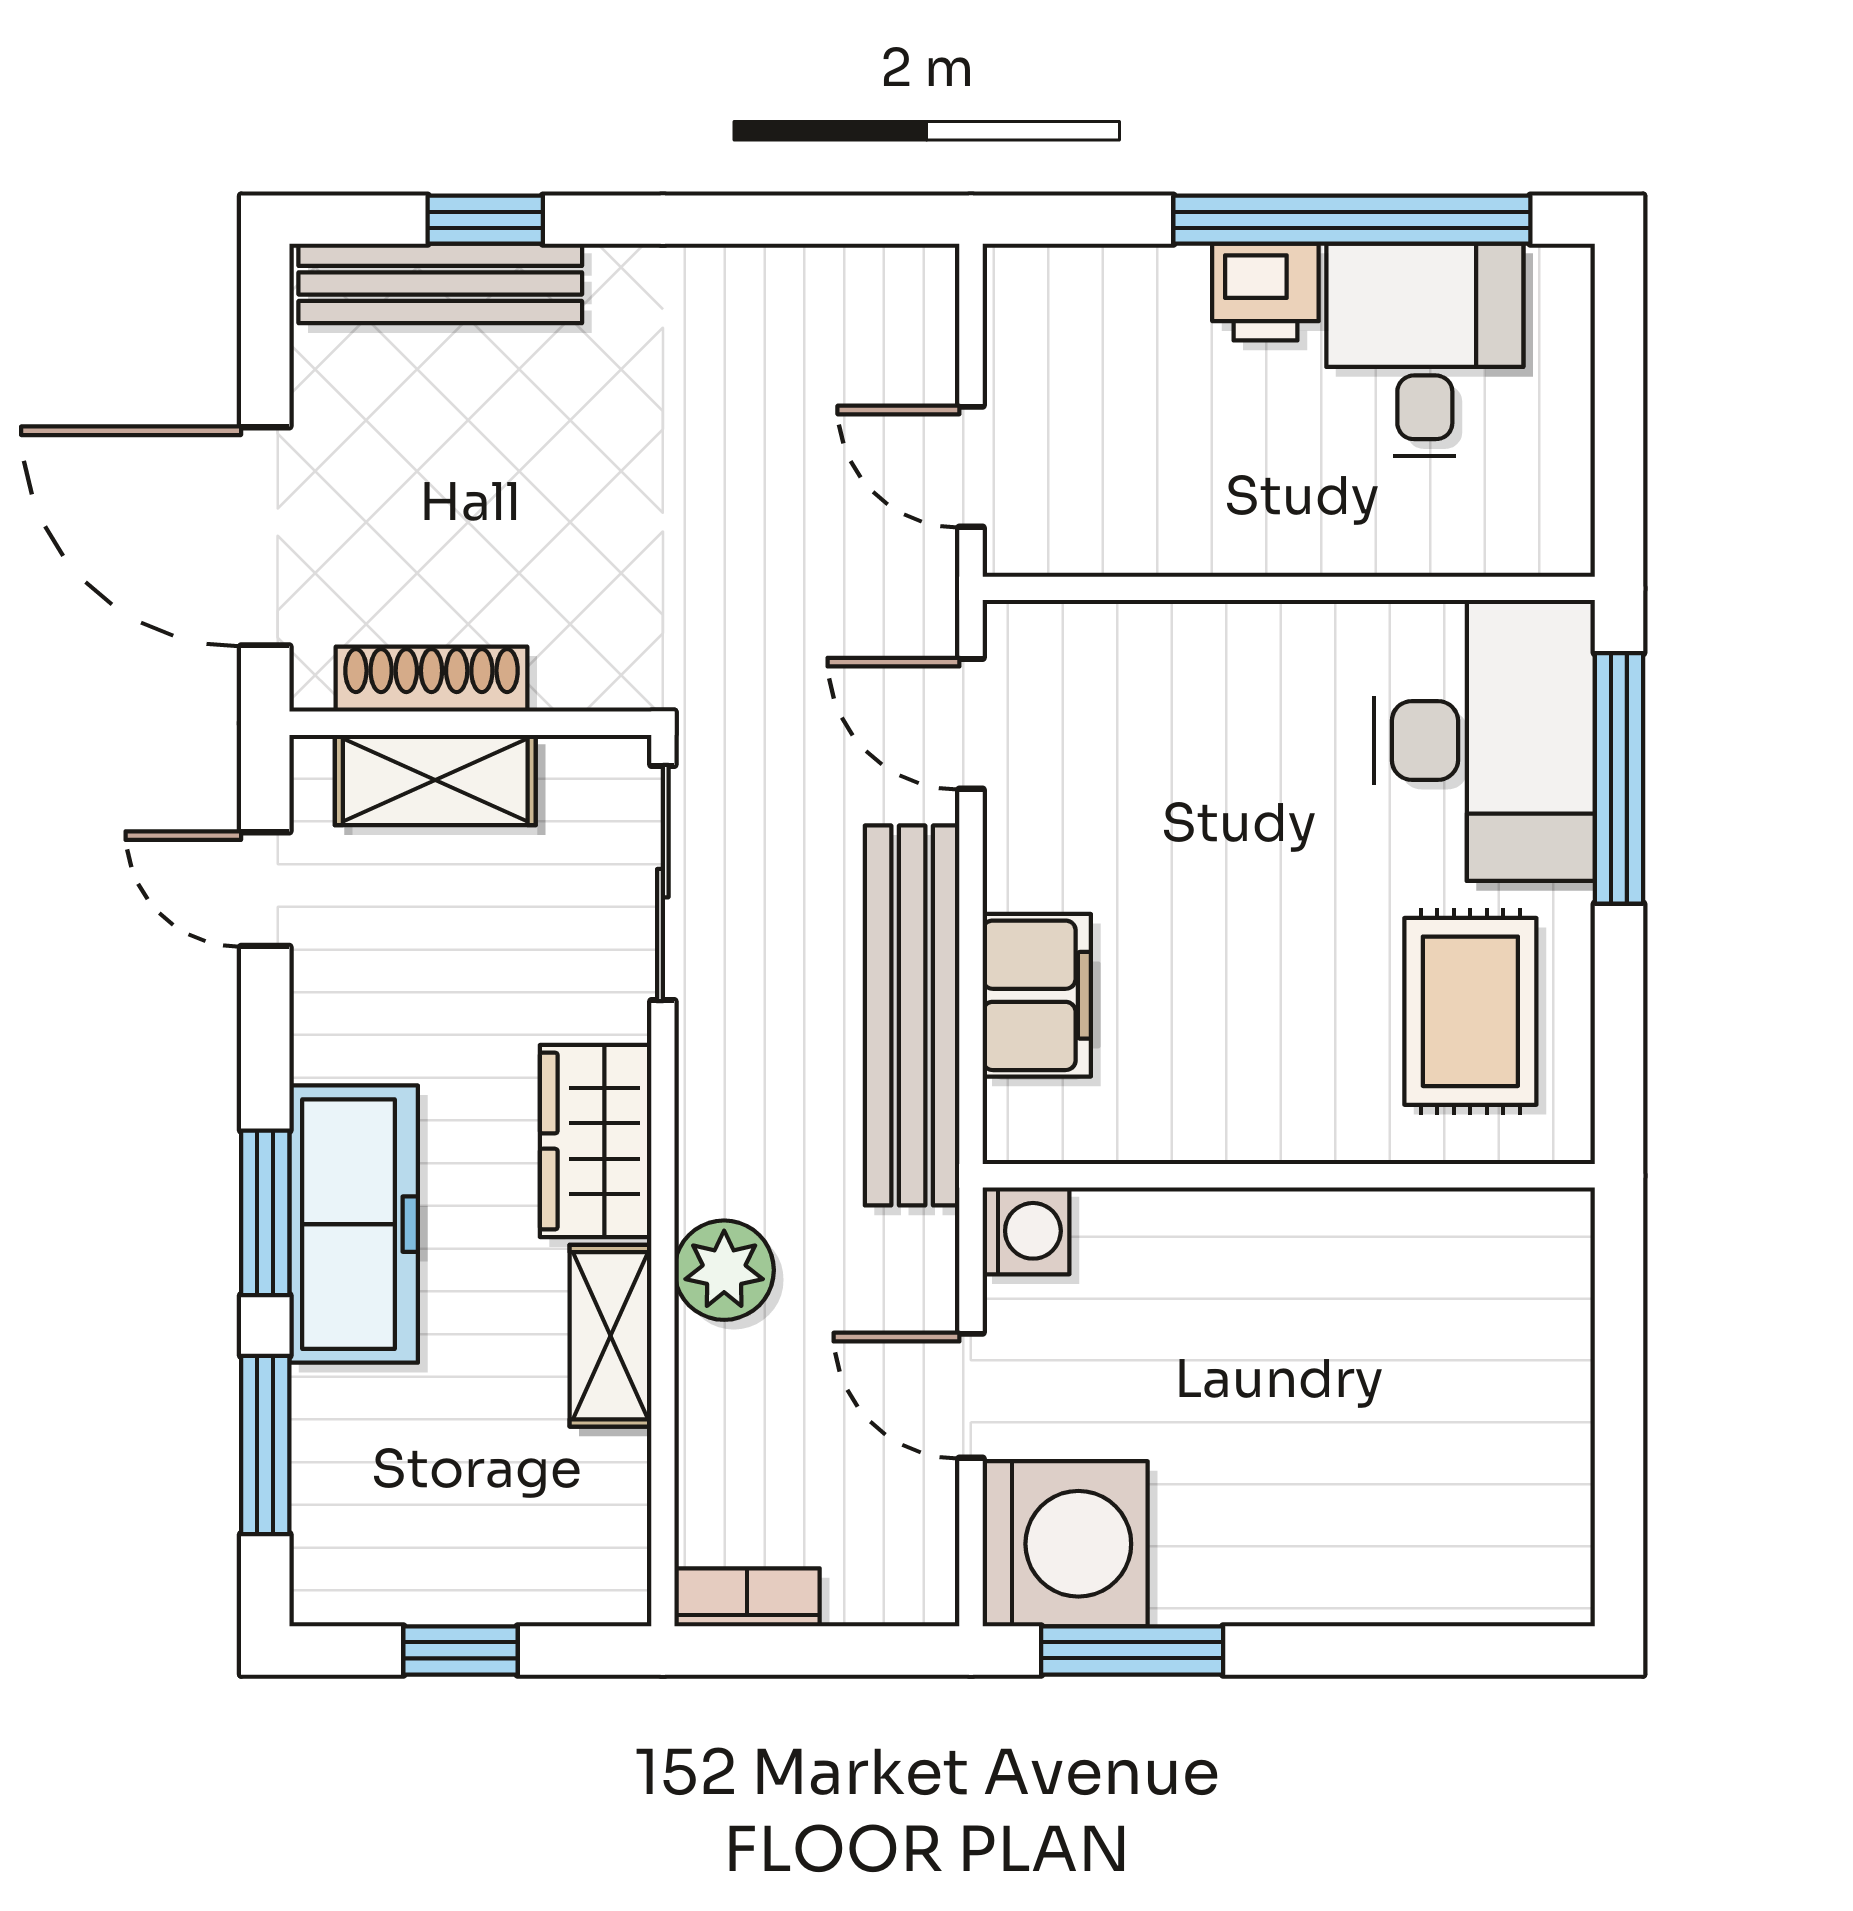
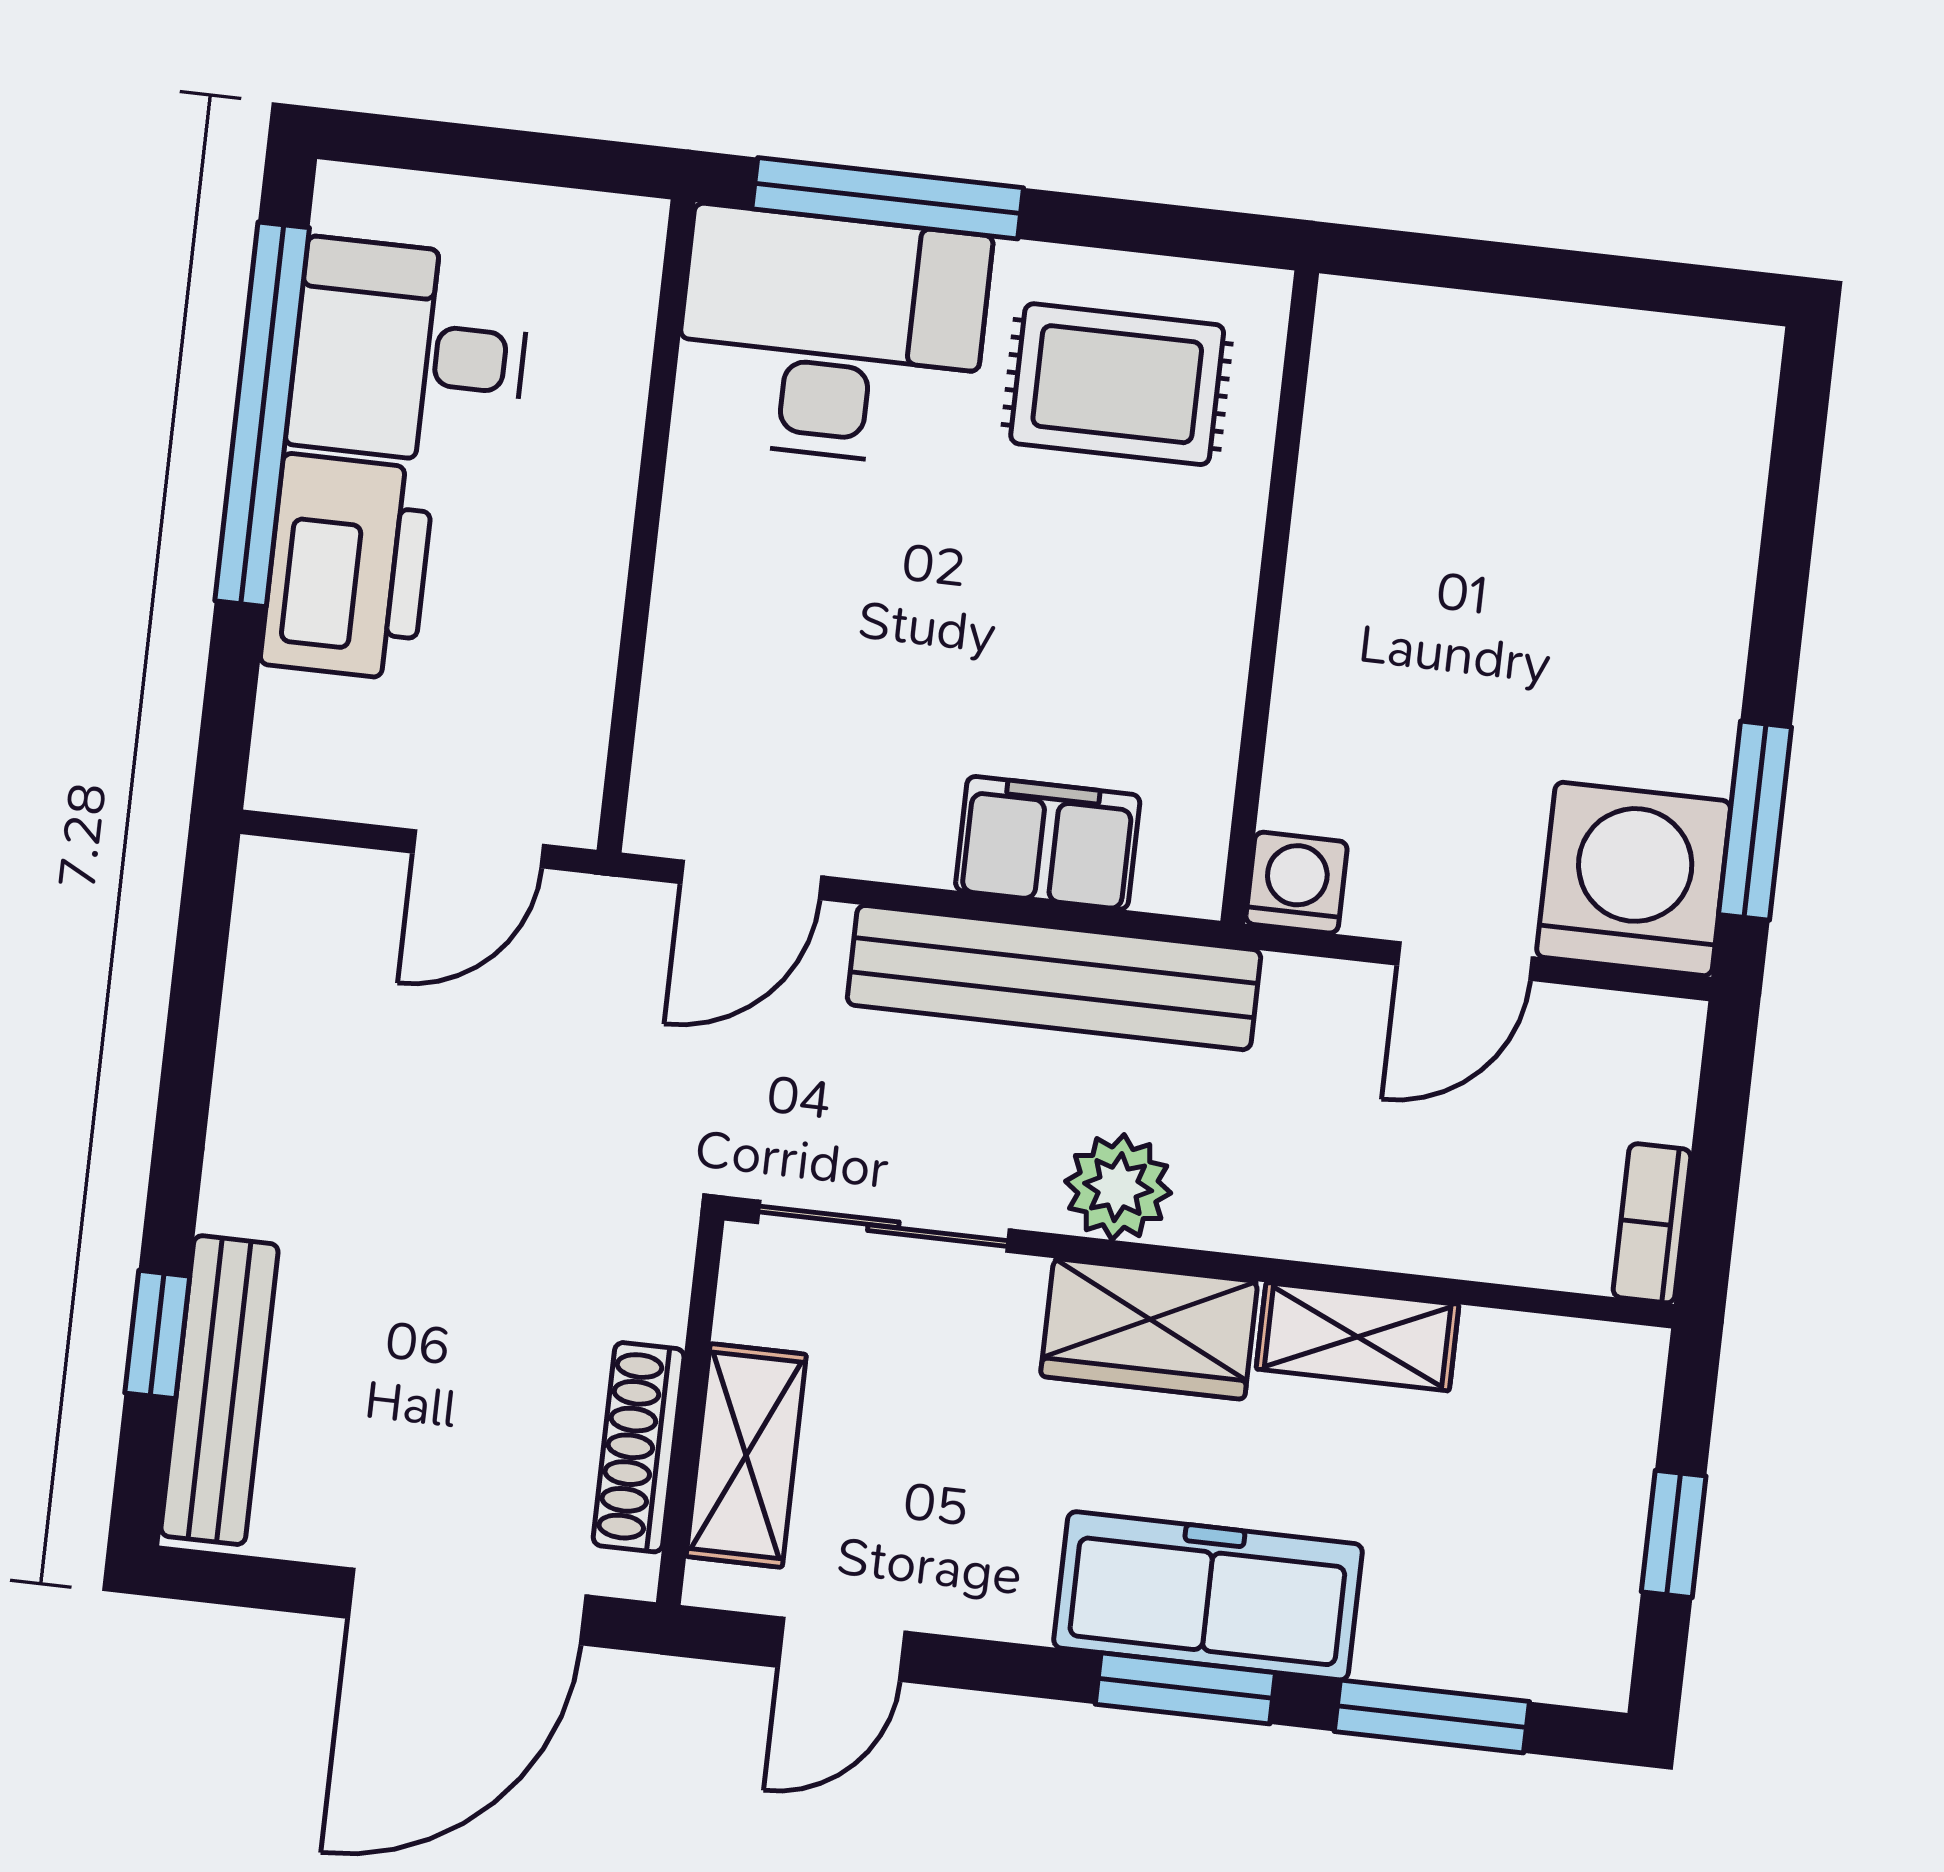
printer: (1265, 292) -> (348, 567), width x1.87, depth x1.48
plant: (724, 1270) -> (1118, 1187), moved

